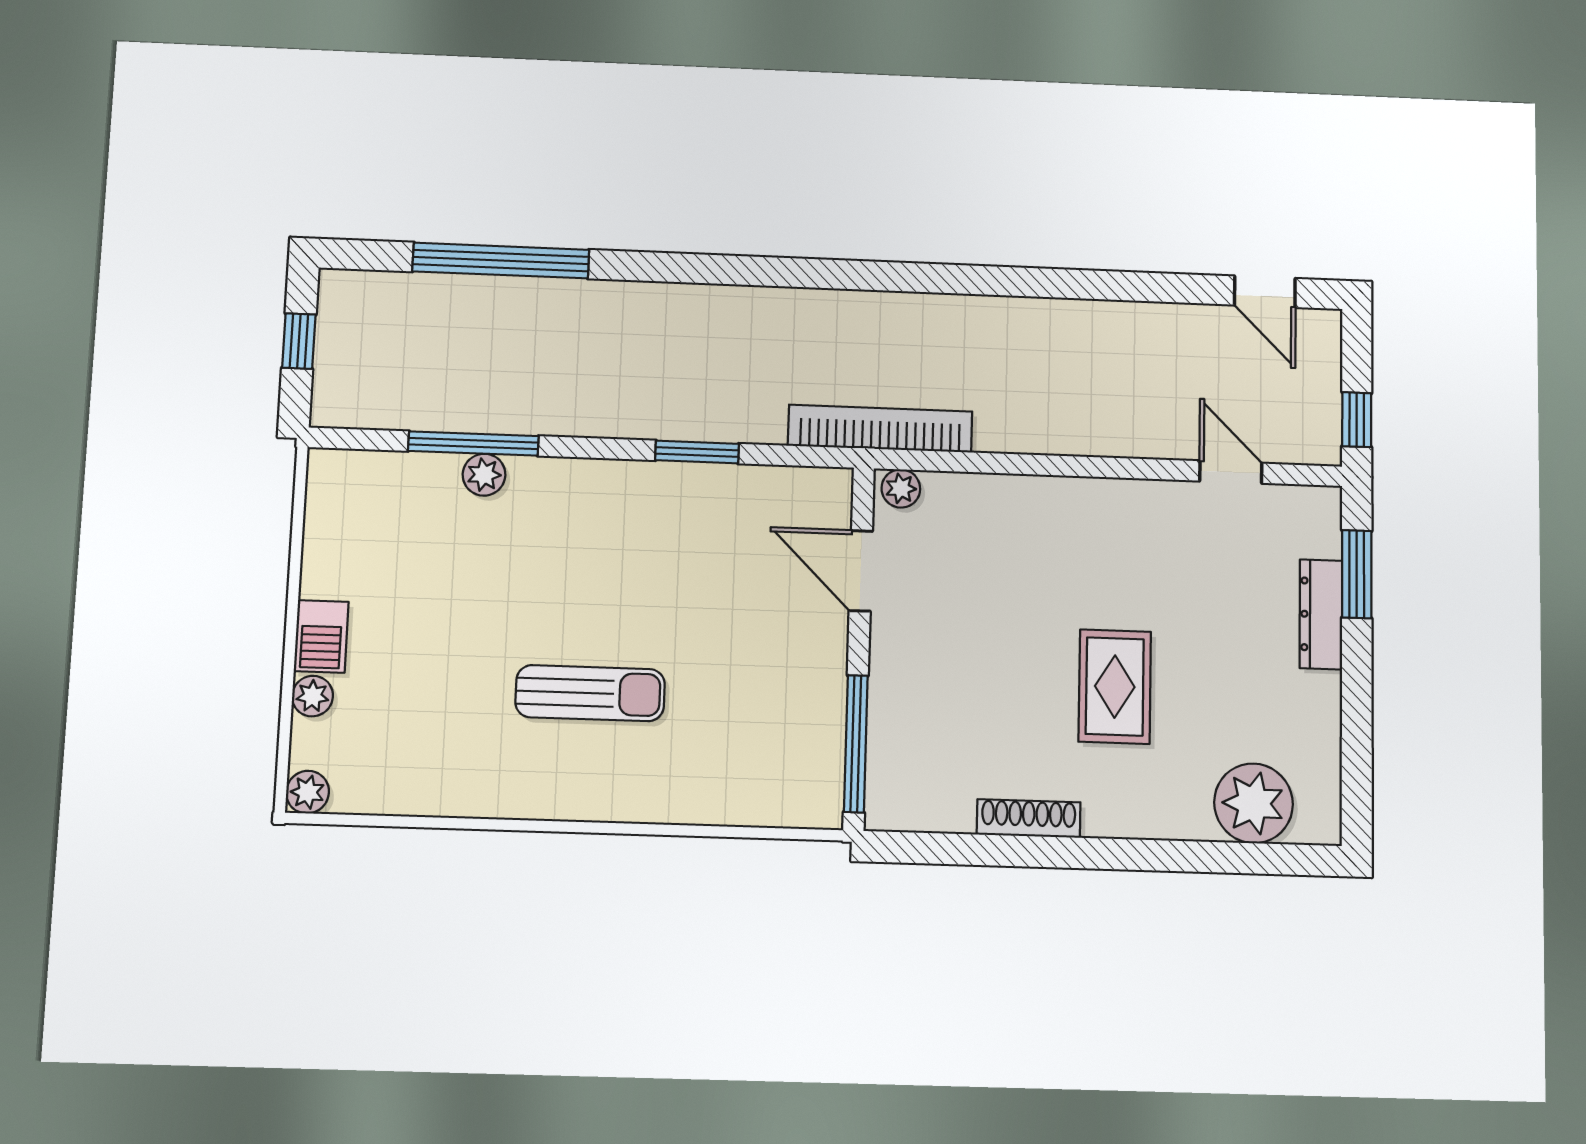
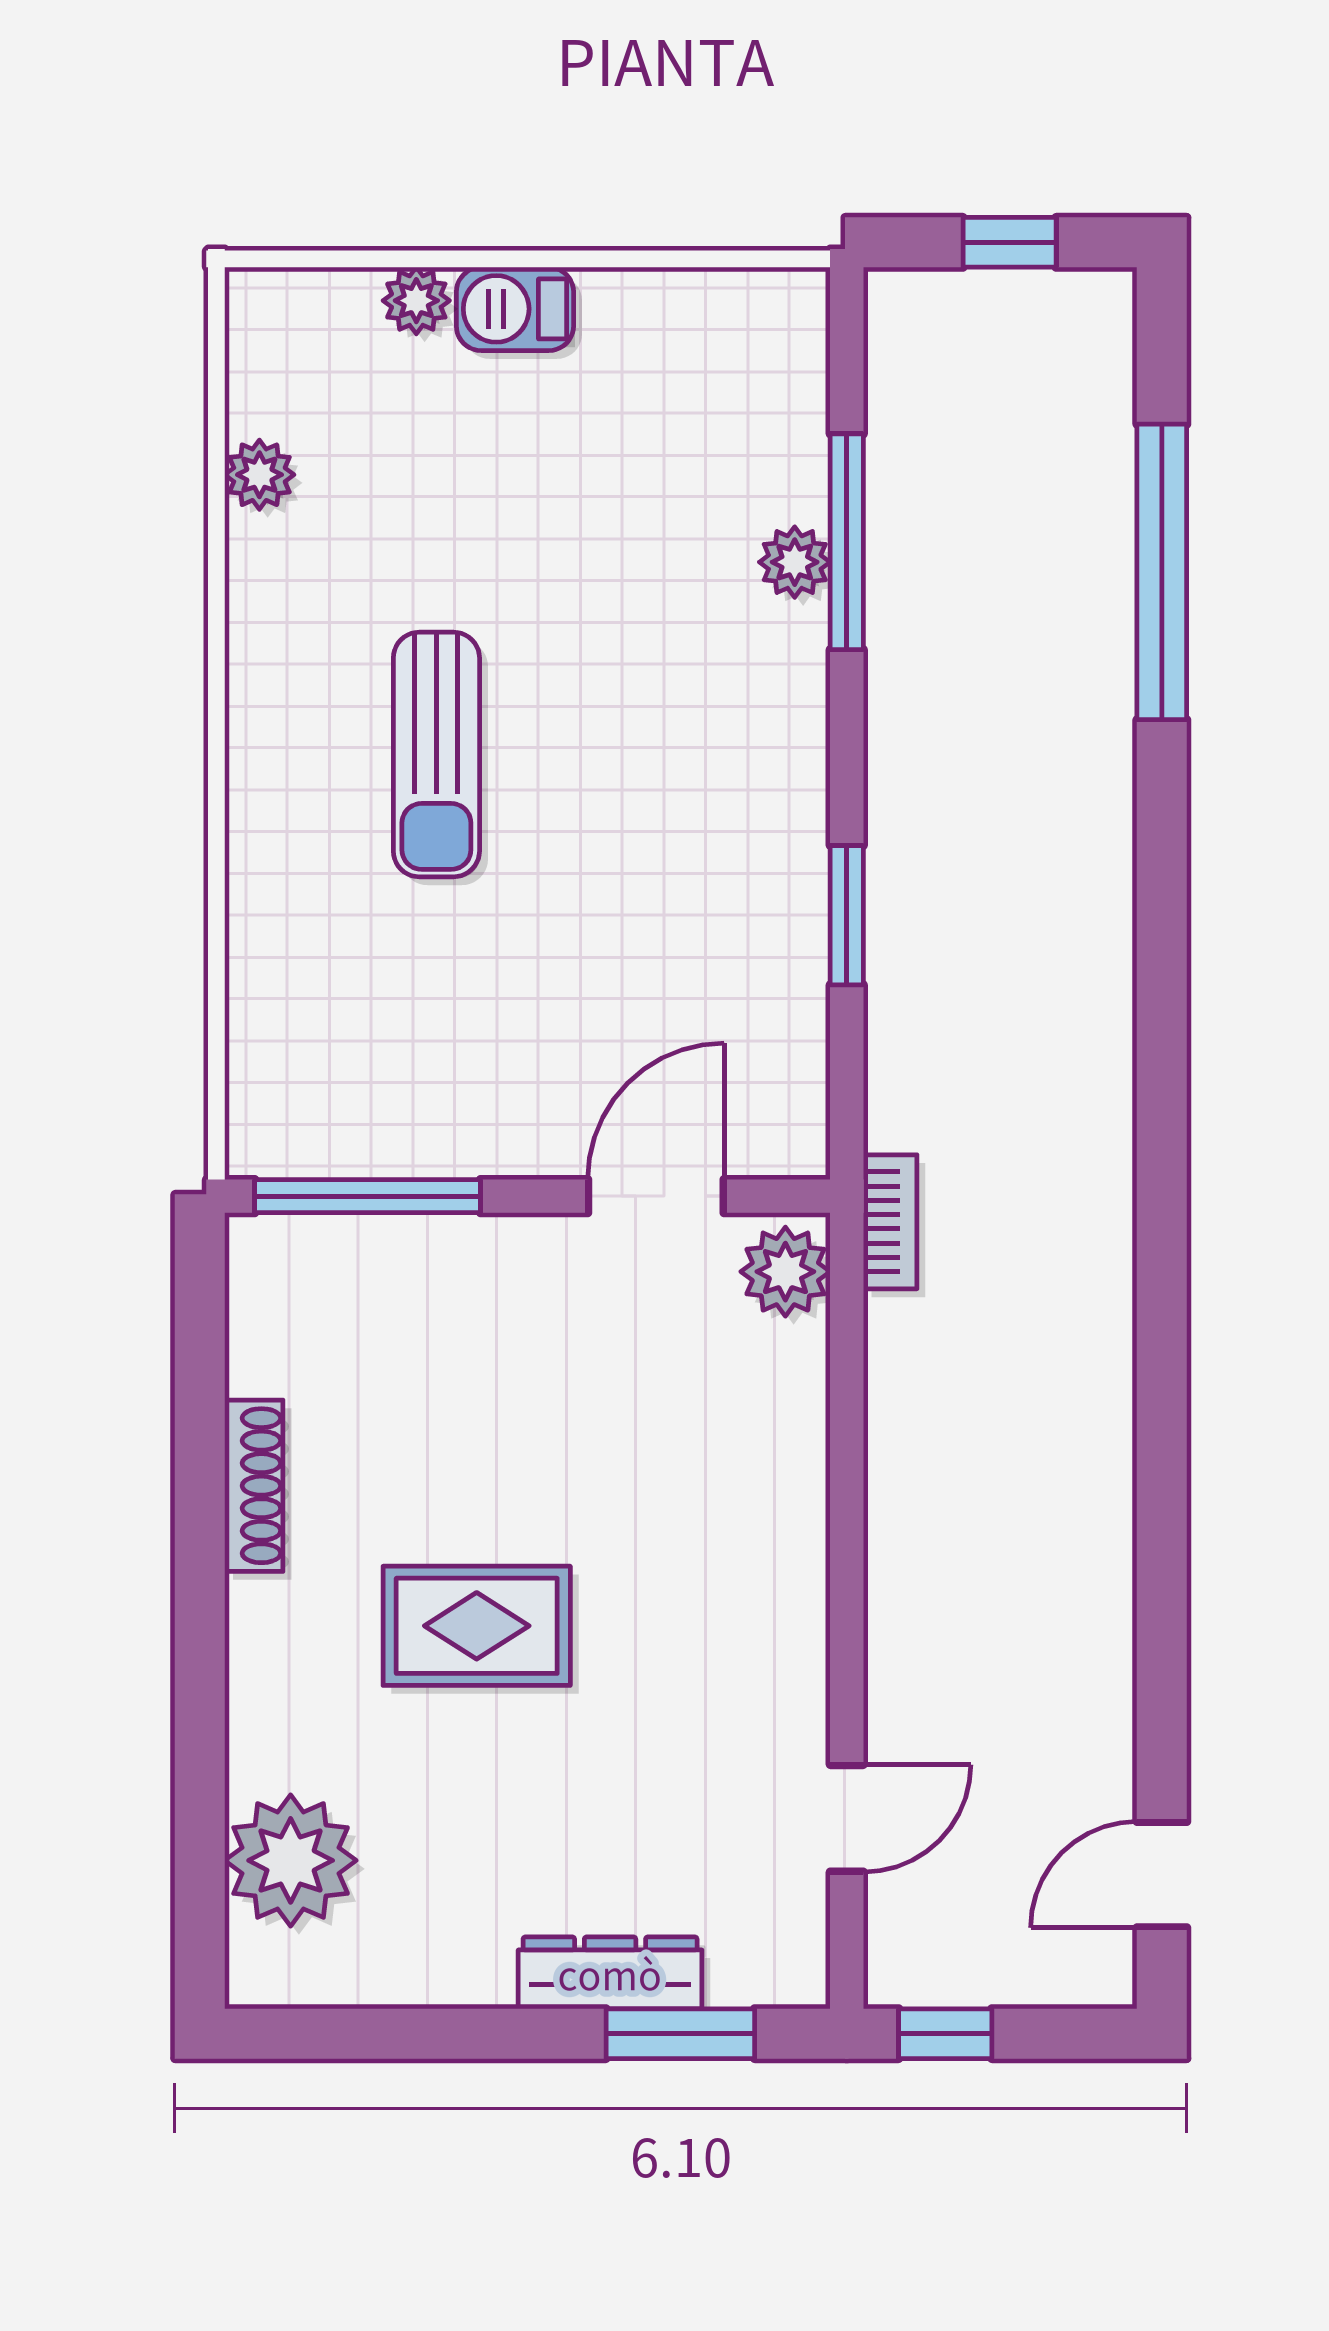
bookcase: (880, 429) -> (890, 1222), width x0.43, depth x0.76
plant: (901, 488) -> (785, 1272), width x1.38, depth x1.38
plant: (308, 792) -> (259, 475), moved

